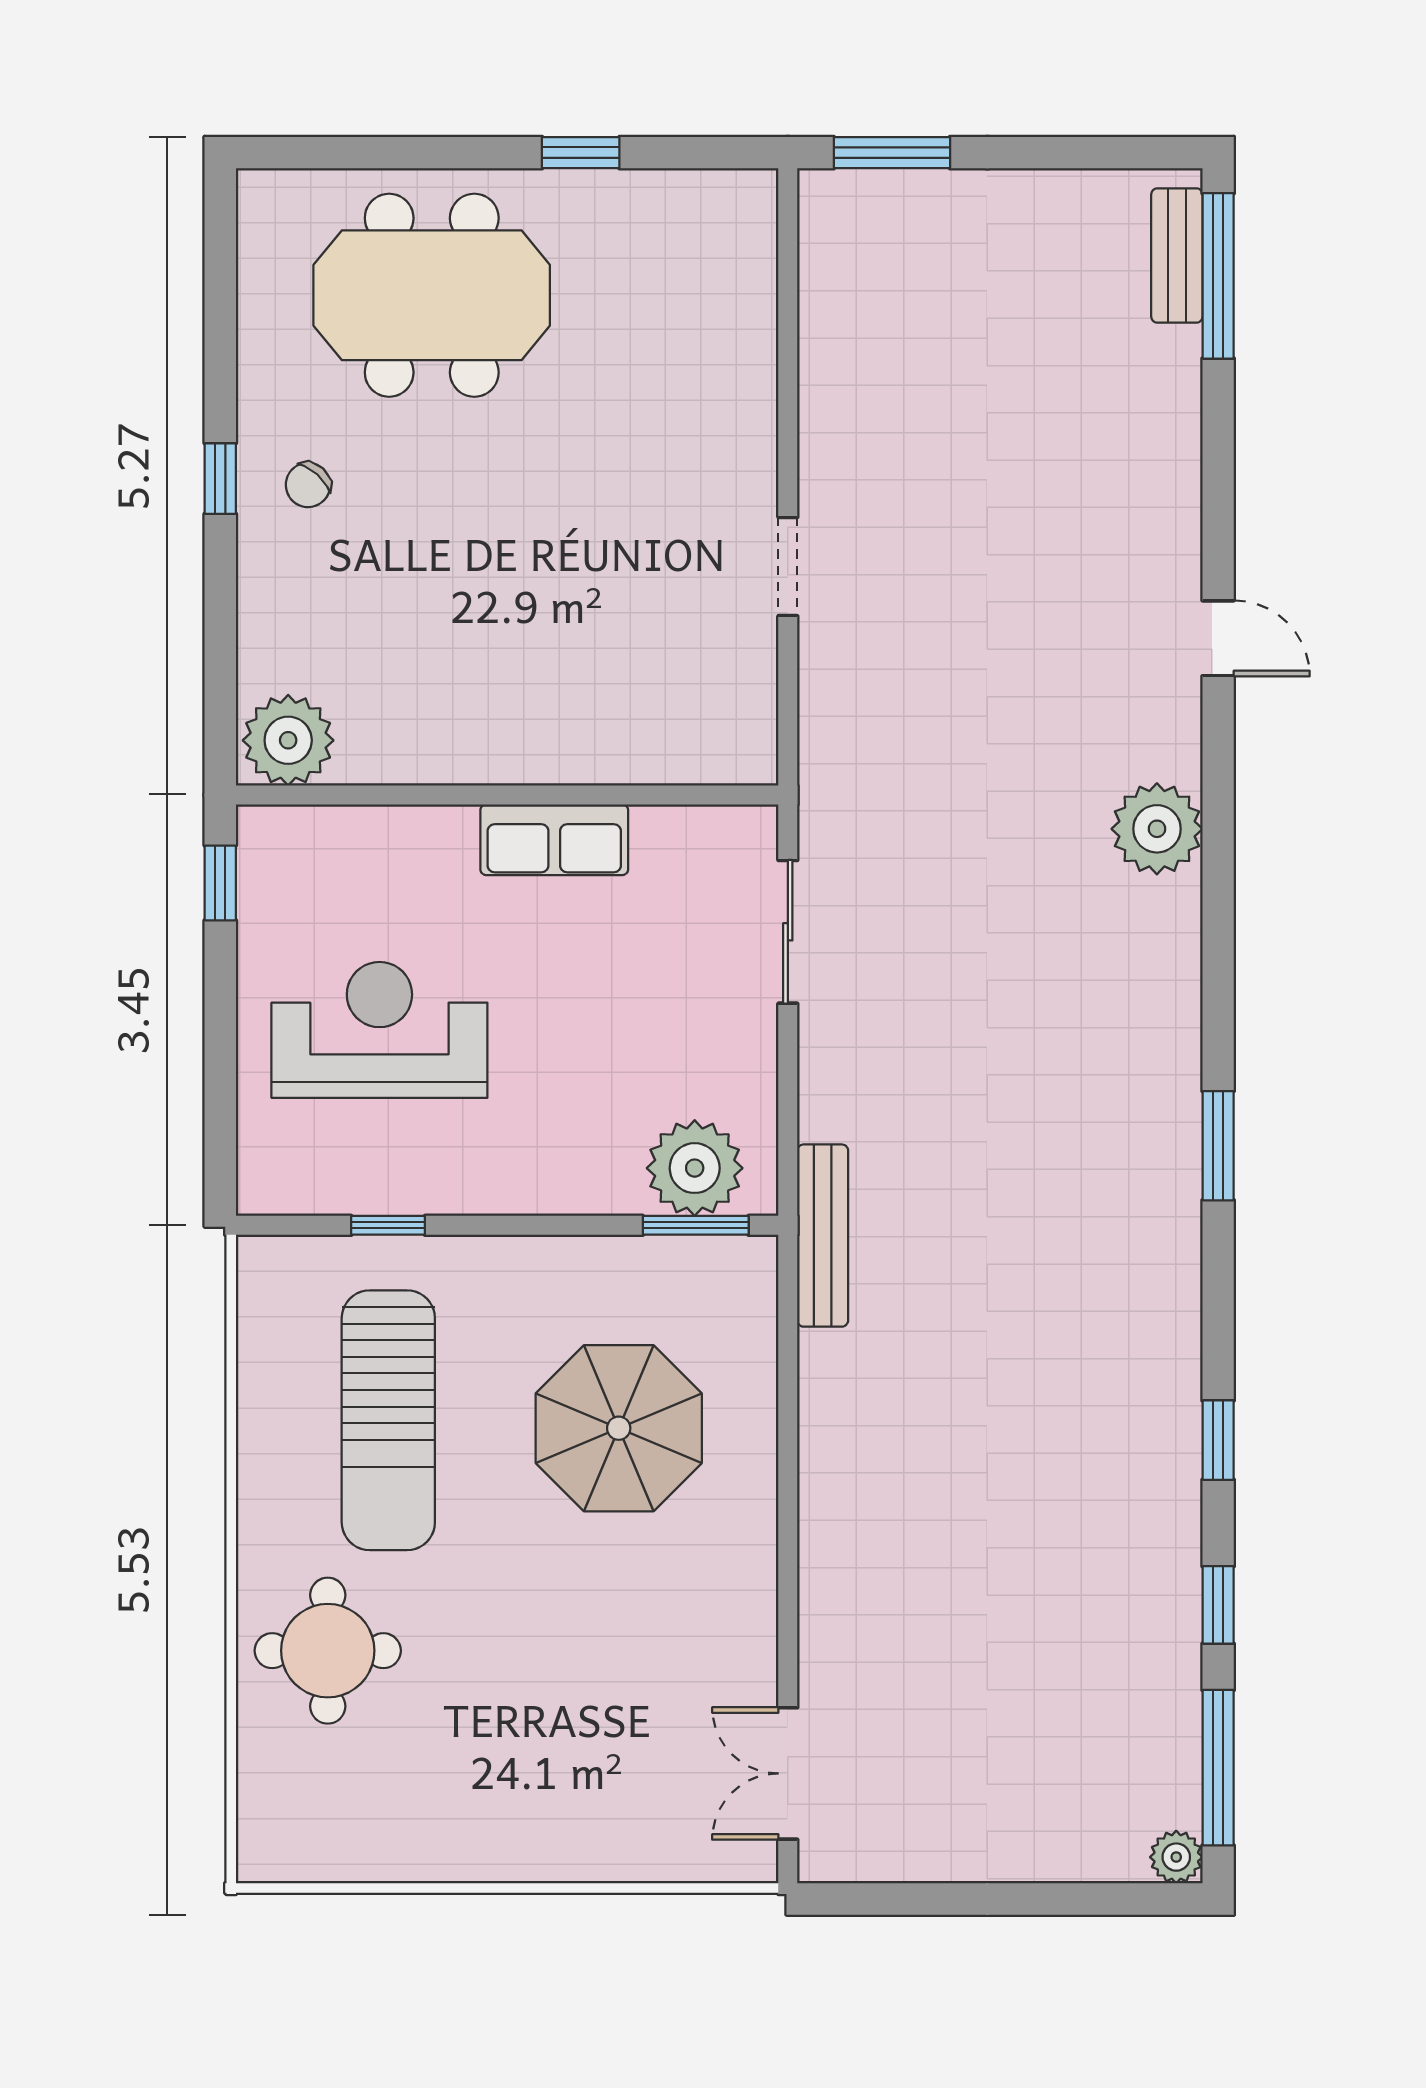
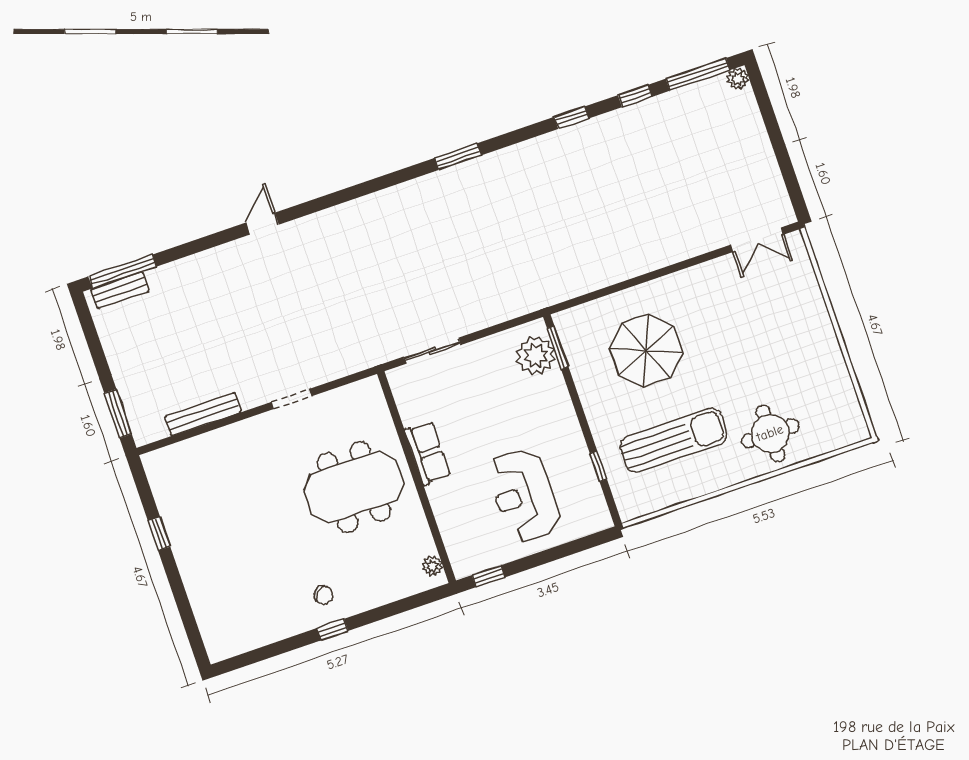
meeting table: (432, 295) -> (354, 487), moved, turned 90
plant: (288, 740) -> (433, 566), width x0.53, depth x0.53
plant: (1157, 829) -> (344, 222), removed
bench: (823, 1236) -> (203, 414), moved

